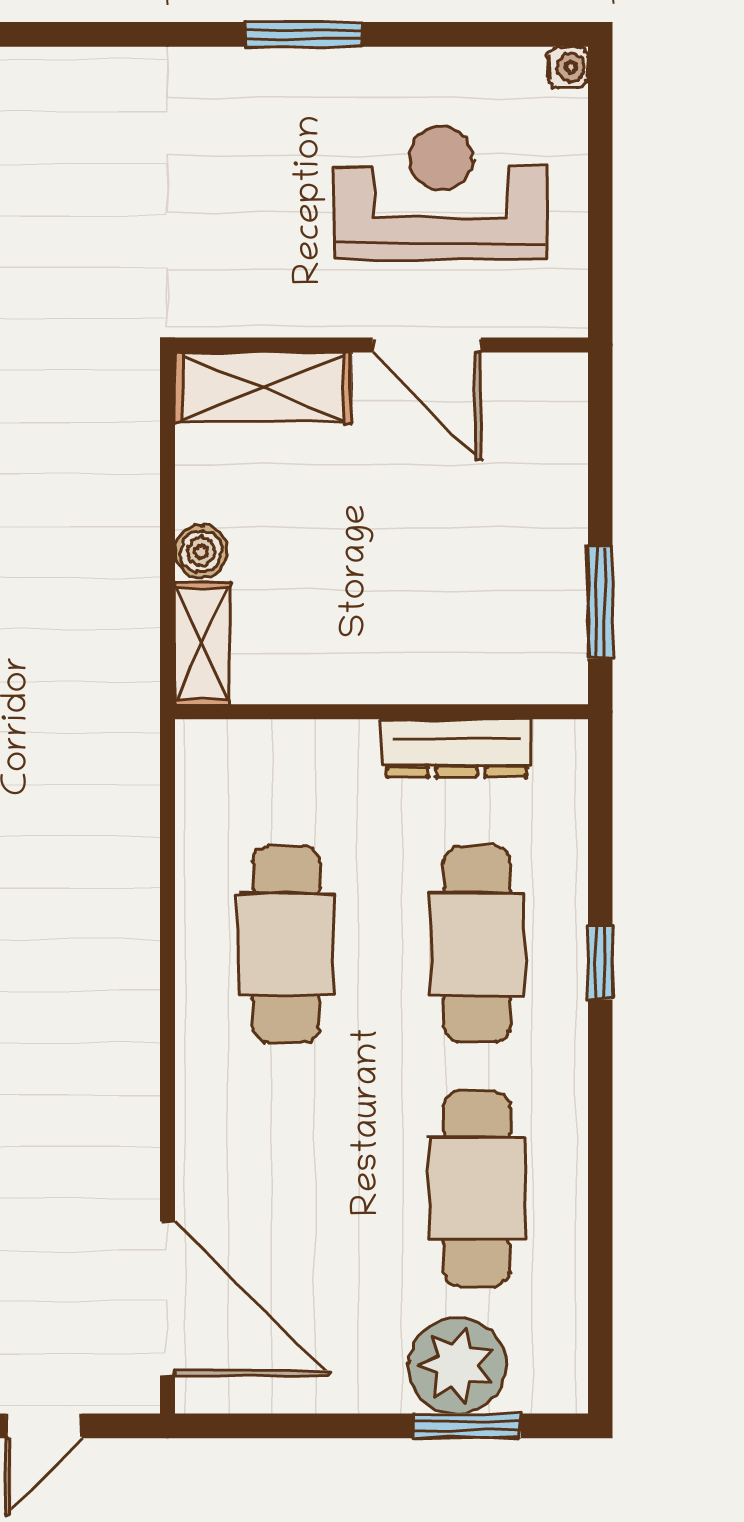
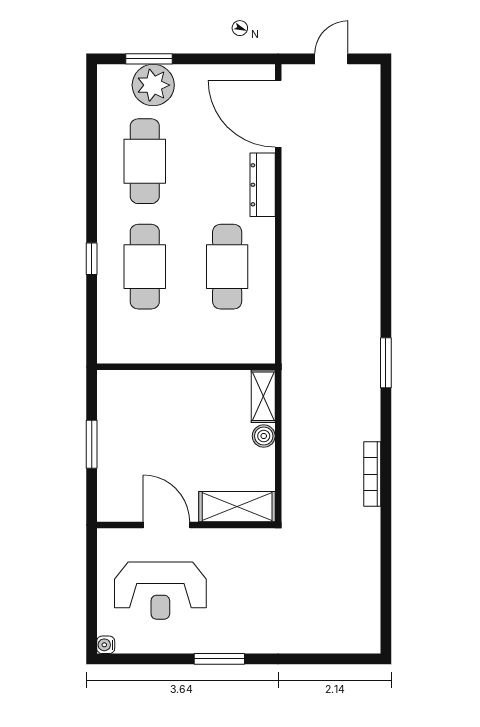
window: (600, 602) -> (92, 444), moved
dresser: (457, 748) -> (263, 185), moved, turned -90

